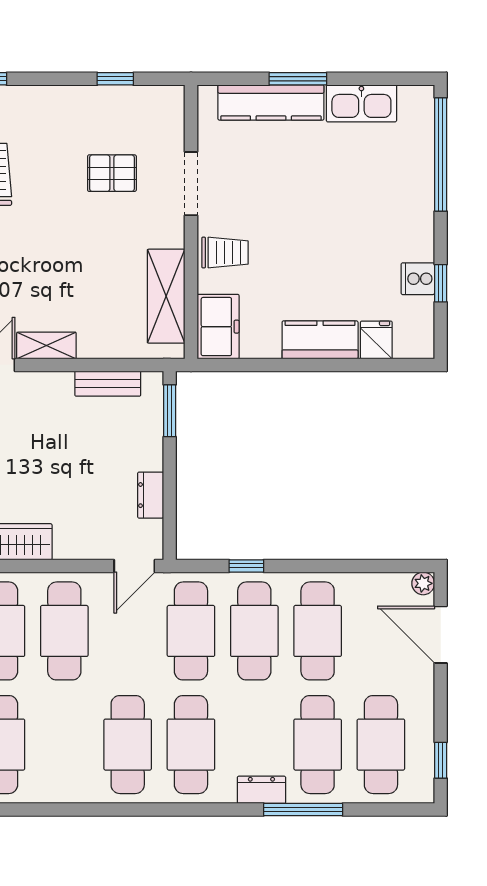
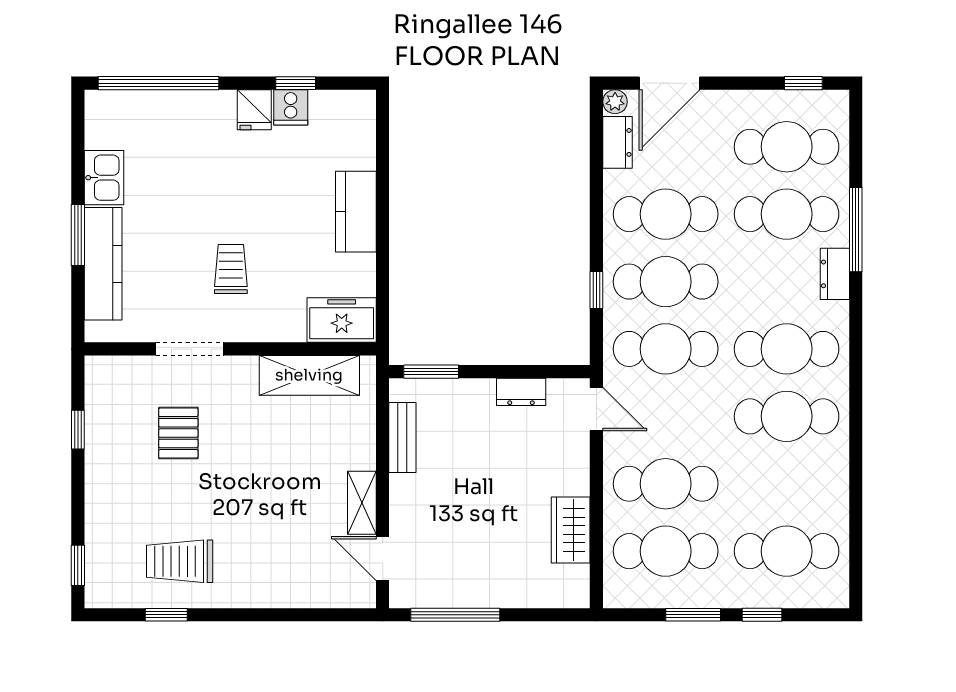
kitchen sink: (361, 103) -> (104, 178), width x0.73
trolley: (225, 253) -> (231, 269), moved
fridge: (376, 340) -> (254, 110), moved, turned -90
dresser: (385, 586) -> (618, 142), added

